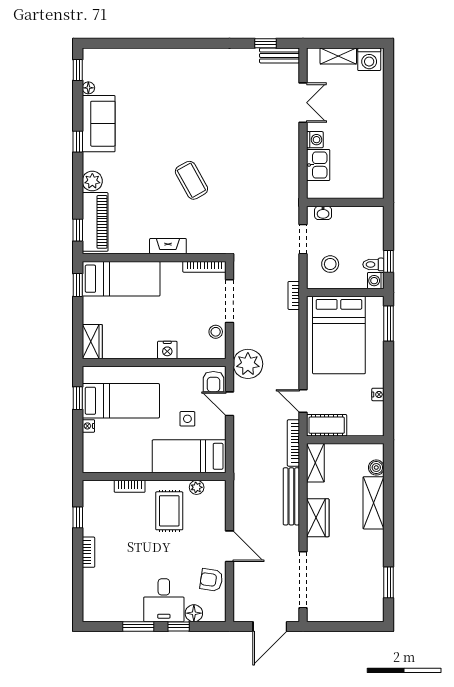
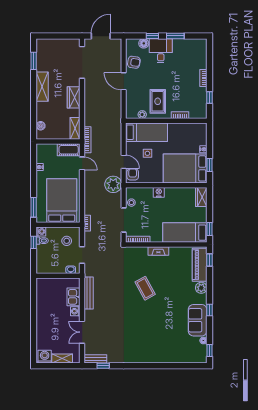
bed: (121, 401) -> (185, 168), width x1.50
bench: (291, 496) -> (89, 293), moved
shelving: (374, 503) -> (42, 87), moved

